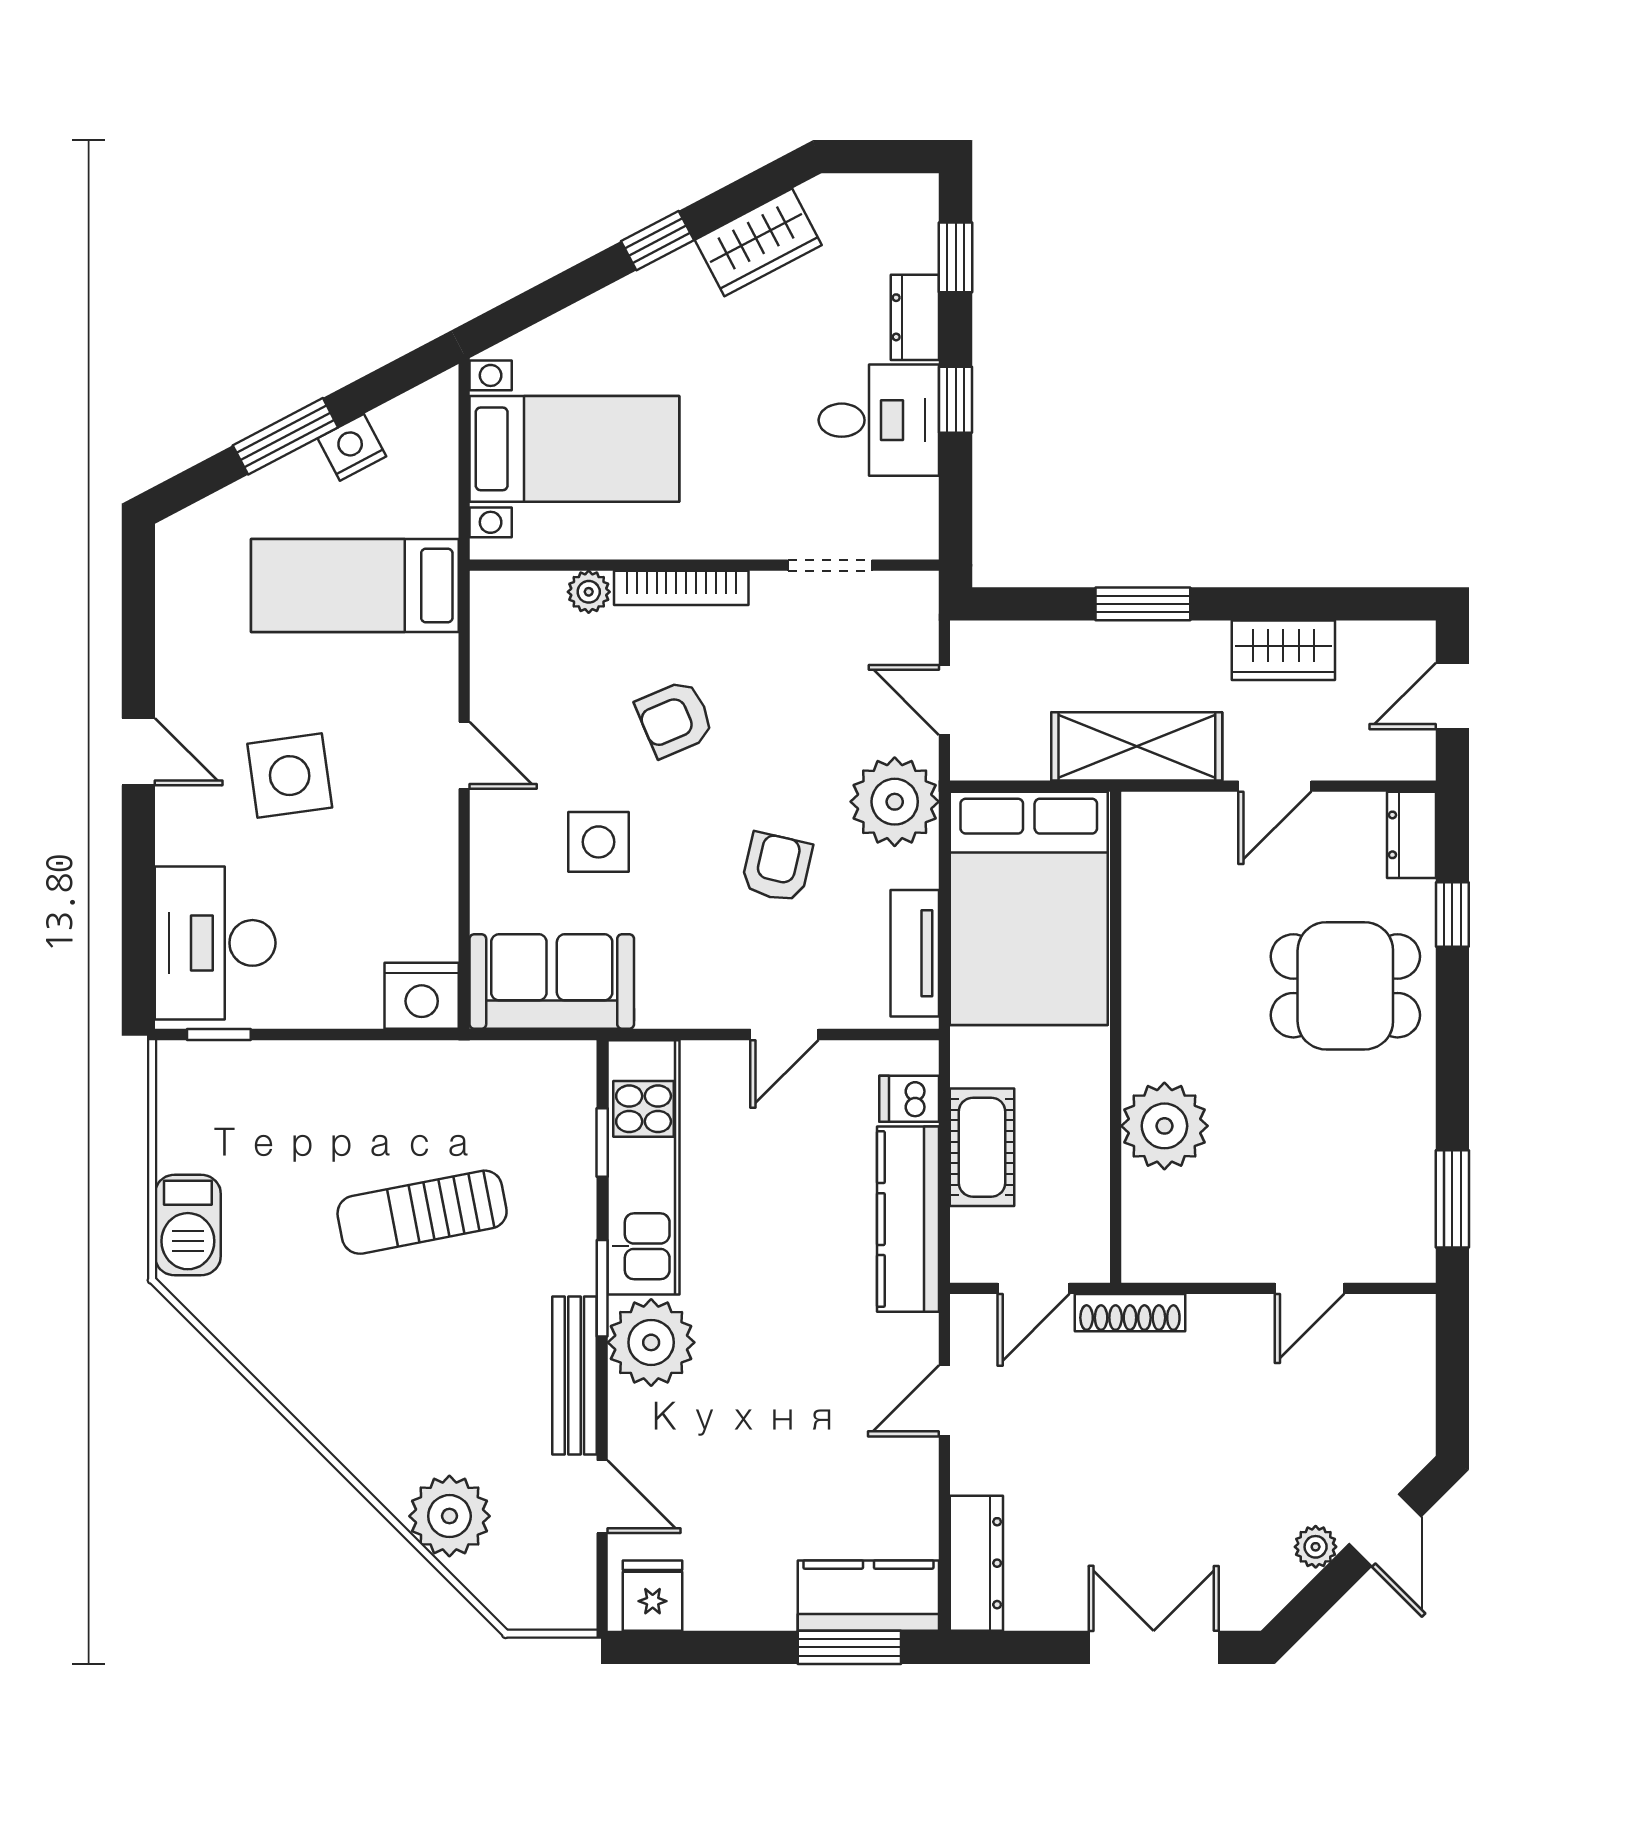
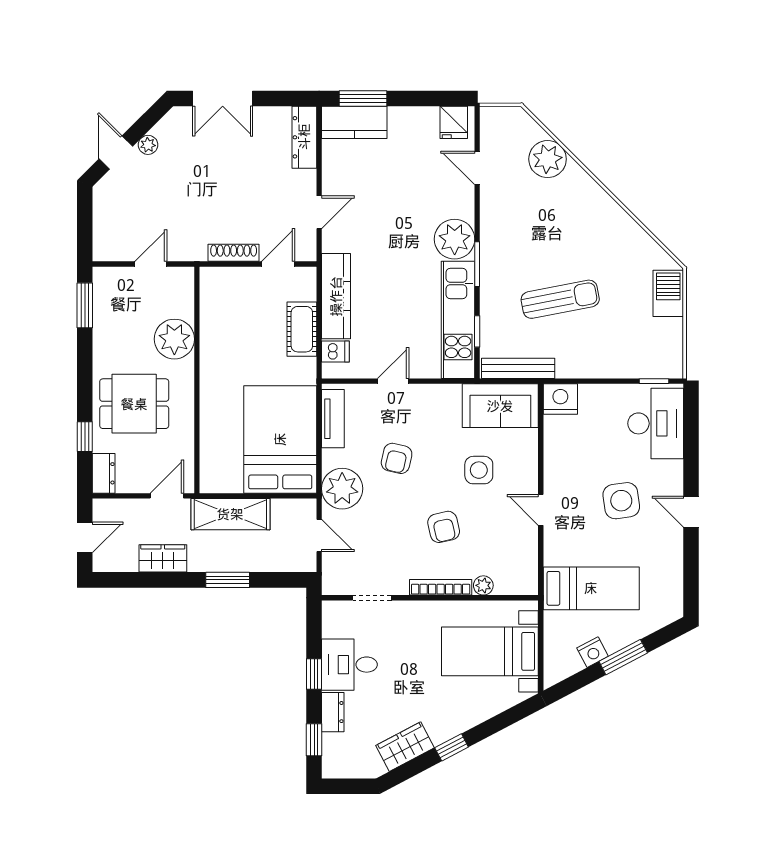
armchair: (675, 719) -> (444, 527), turned 100
wall: (1116, 1037) -> (197, 380), moved
plant: (1164, 1126) -> (174, 339), moved
bench: (574, 1375) -> (518, 368), moved, turned 90

